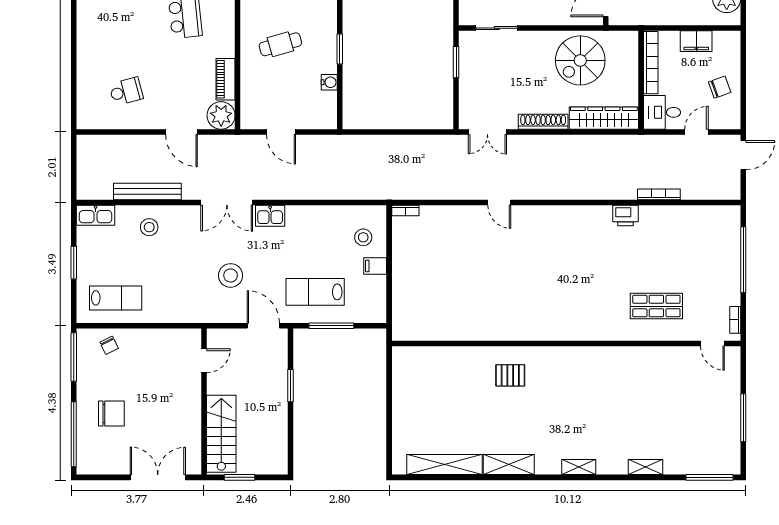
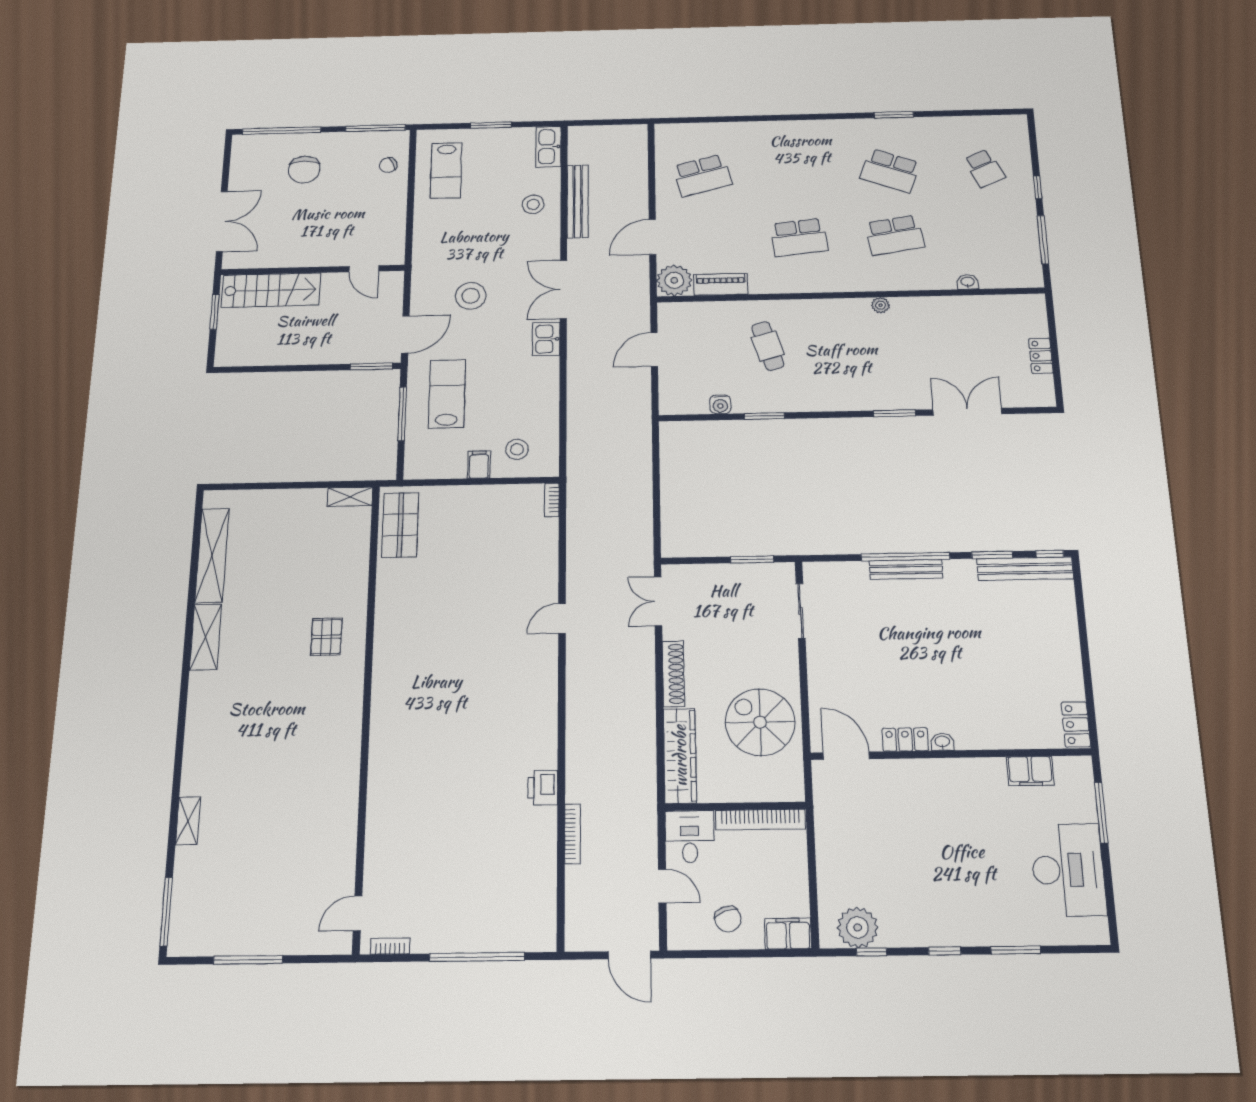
filing cabinet: (696, 41) -> (788, 934), moved, turned 90
school desk: (126, 91) -> (702, 175), width x1.85
shop shelf: (656, 306) -> (400, 525), moved
window: (290, 386) -> (371, 366), moved
shelving: (579, 467) -> (350, 497), moved, turned 90

